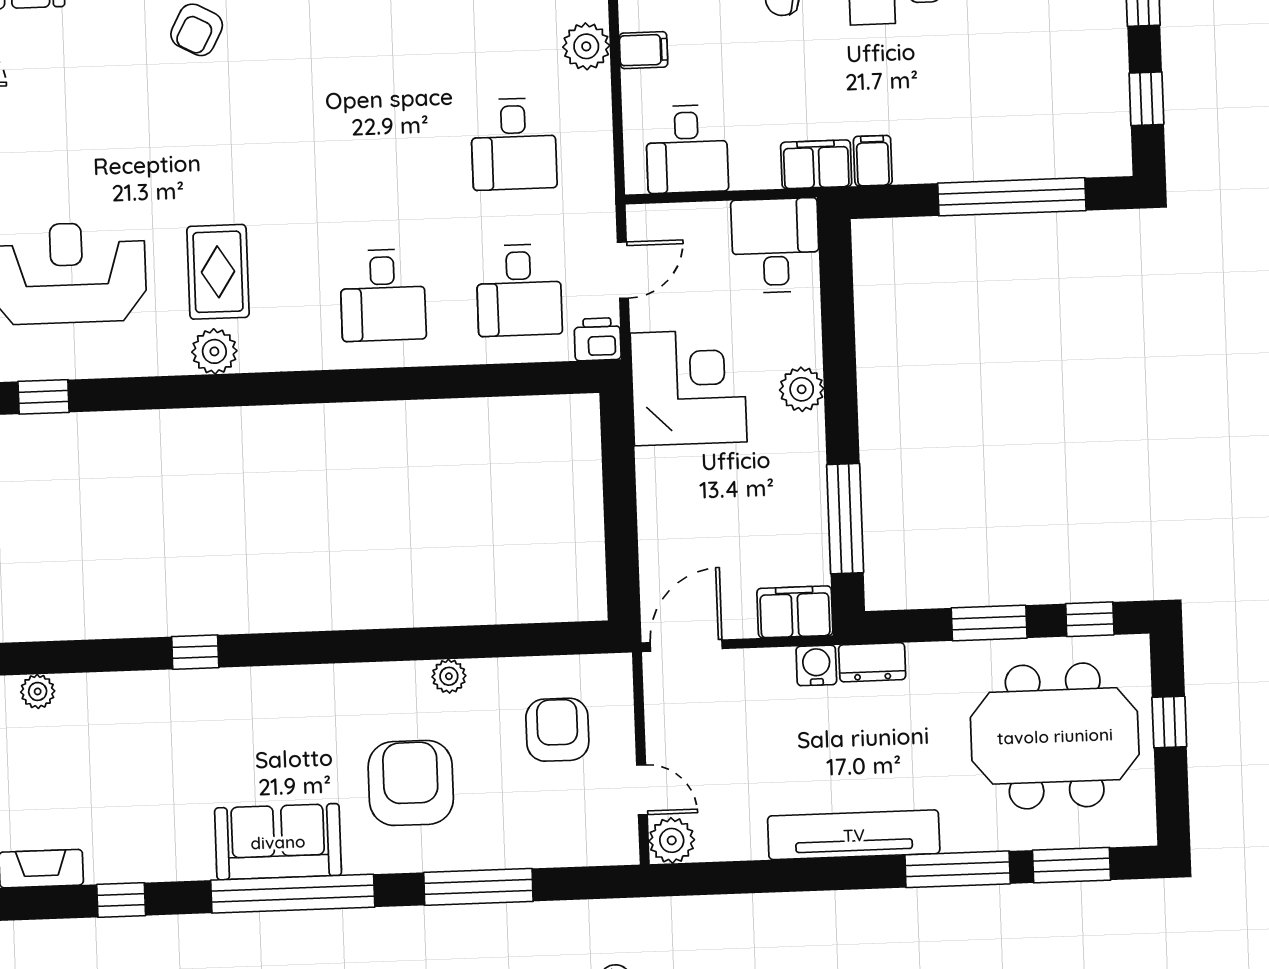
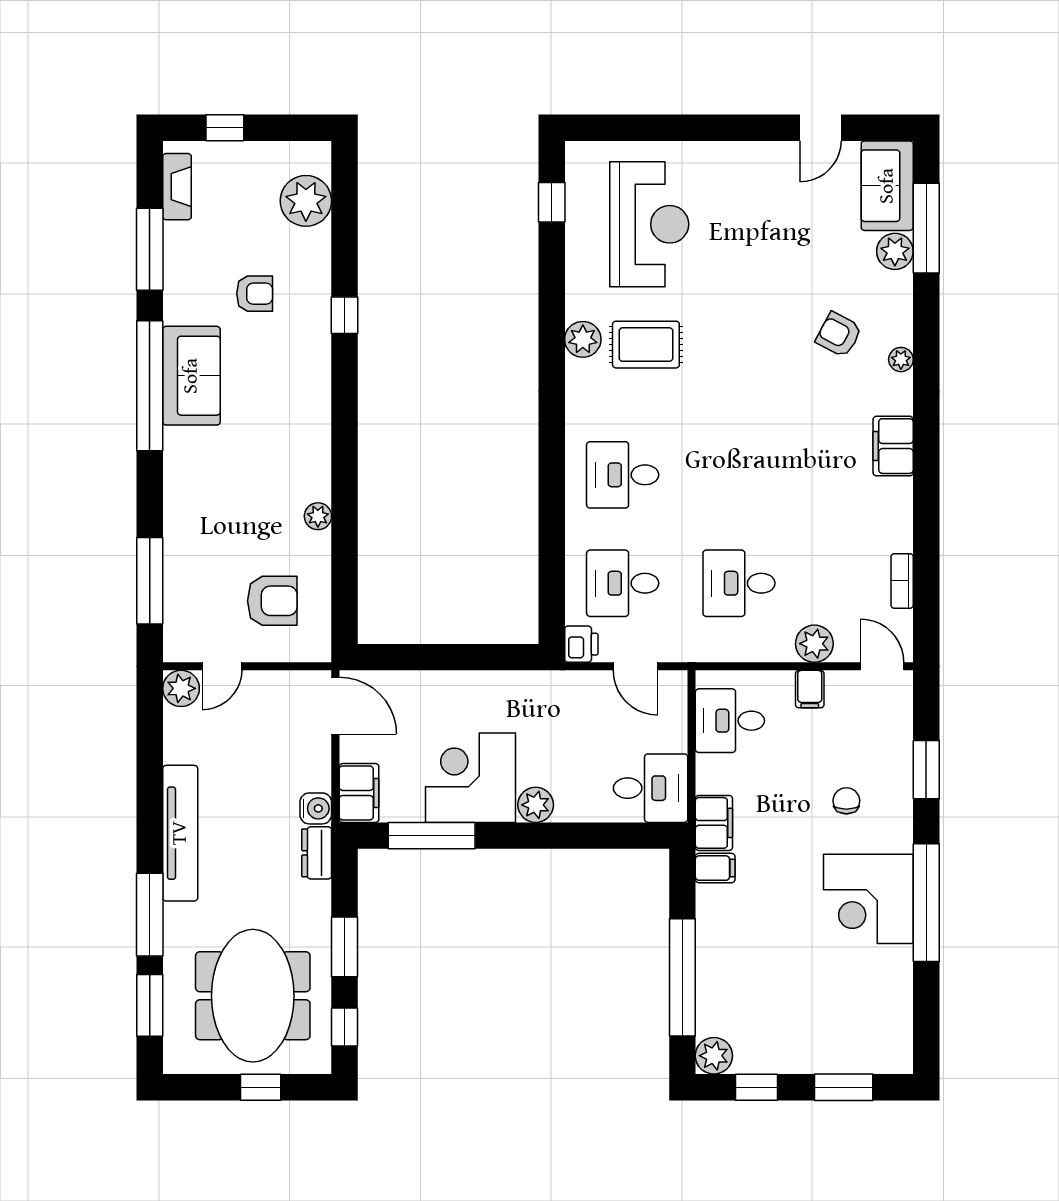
plant: (1109, 154) -> (714, 1056), added
corner desk: (689, 387) -> (470, 778), moved, turned 180
plant: (38, 691) -> (306, 201), width x1.87, depth x1.87
armchair: (411, 783) -> (255, 294), moved, width x0.53, depth x0.53
window: (478, 887) -> (150, 581), moved
window: (121, 900) -> (150, 249), width x2.17

